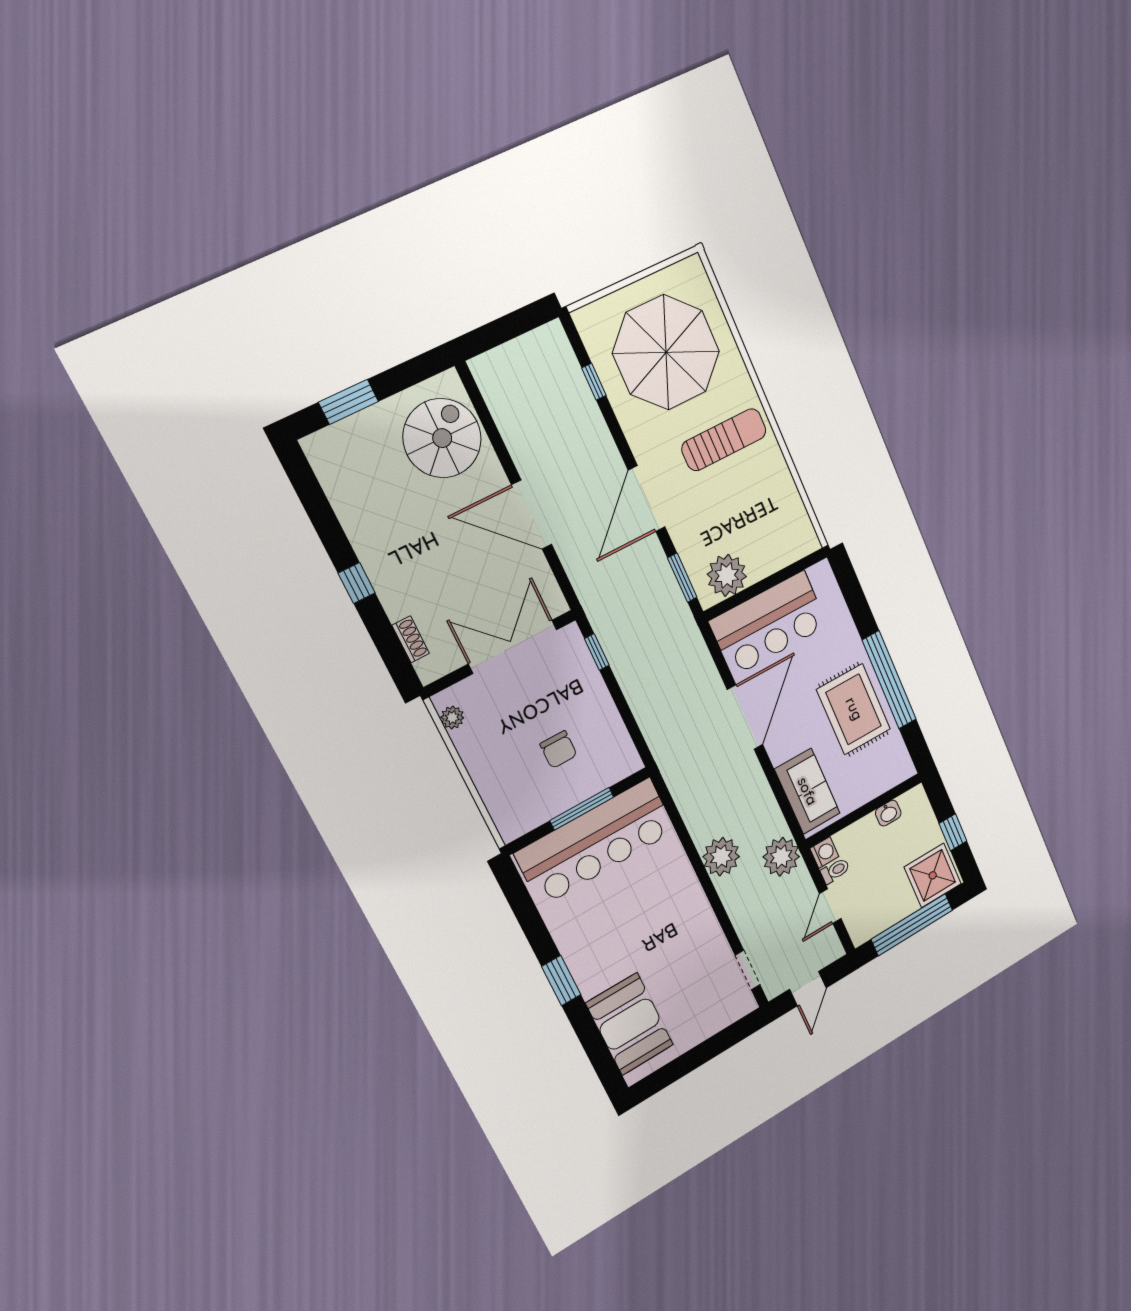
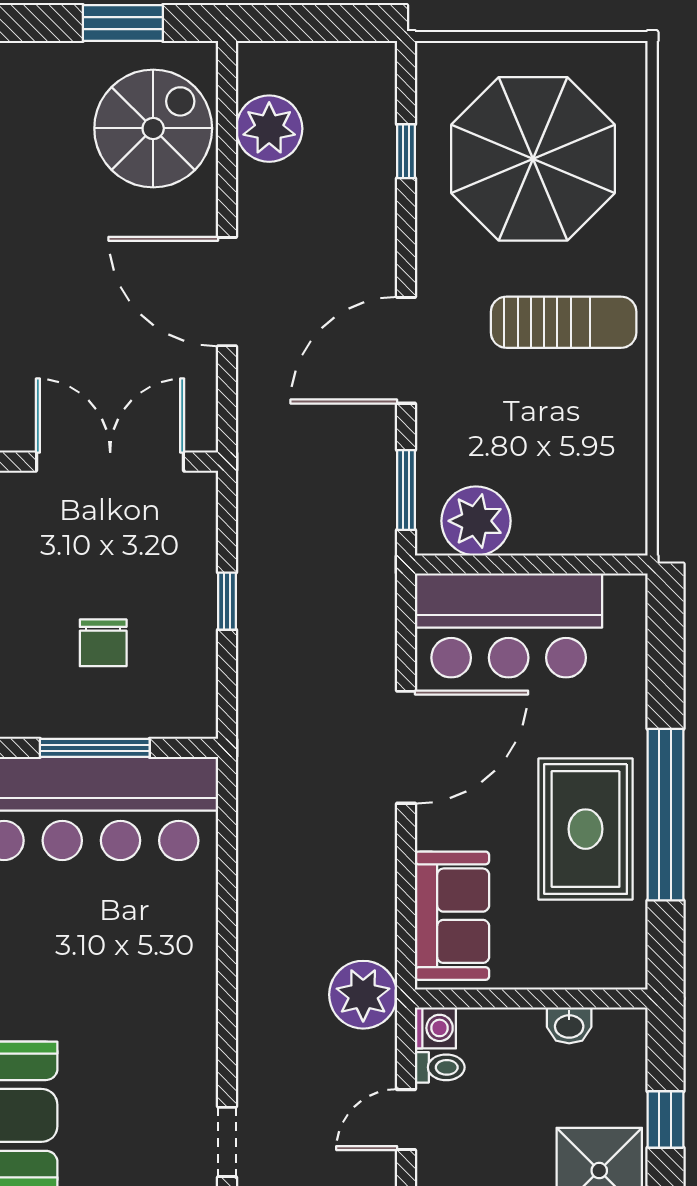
window: (348, 402) -> (123, 23), moved
window: (597, 652) -> (227, 601), moved
plant: (721, 857) -> (269, 129), moved

